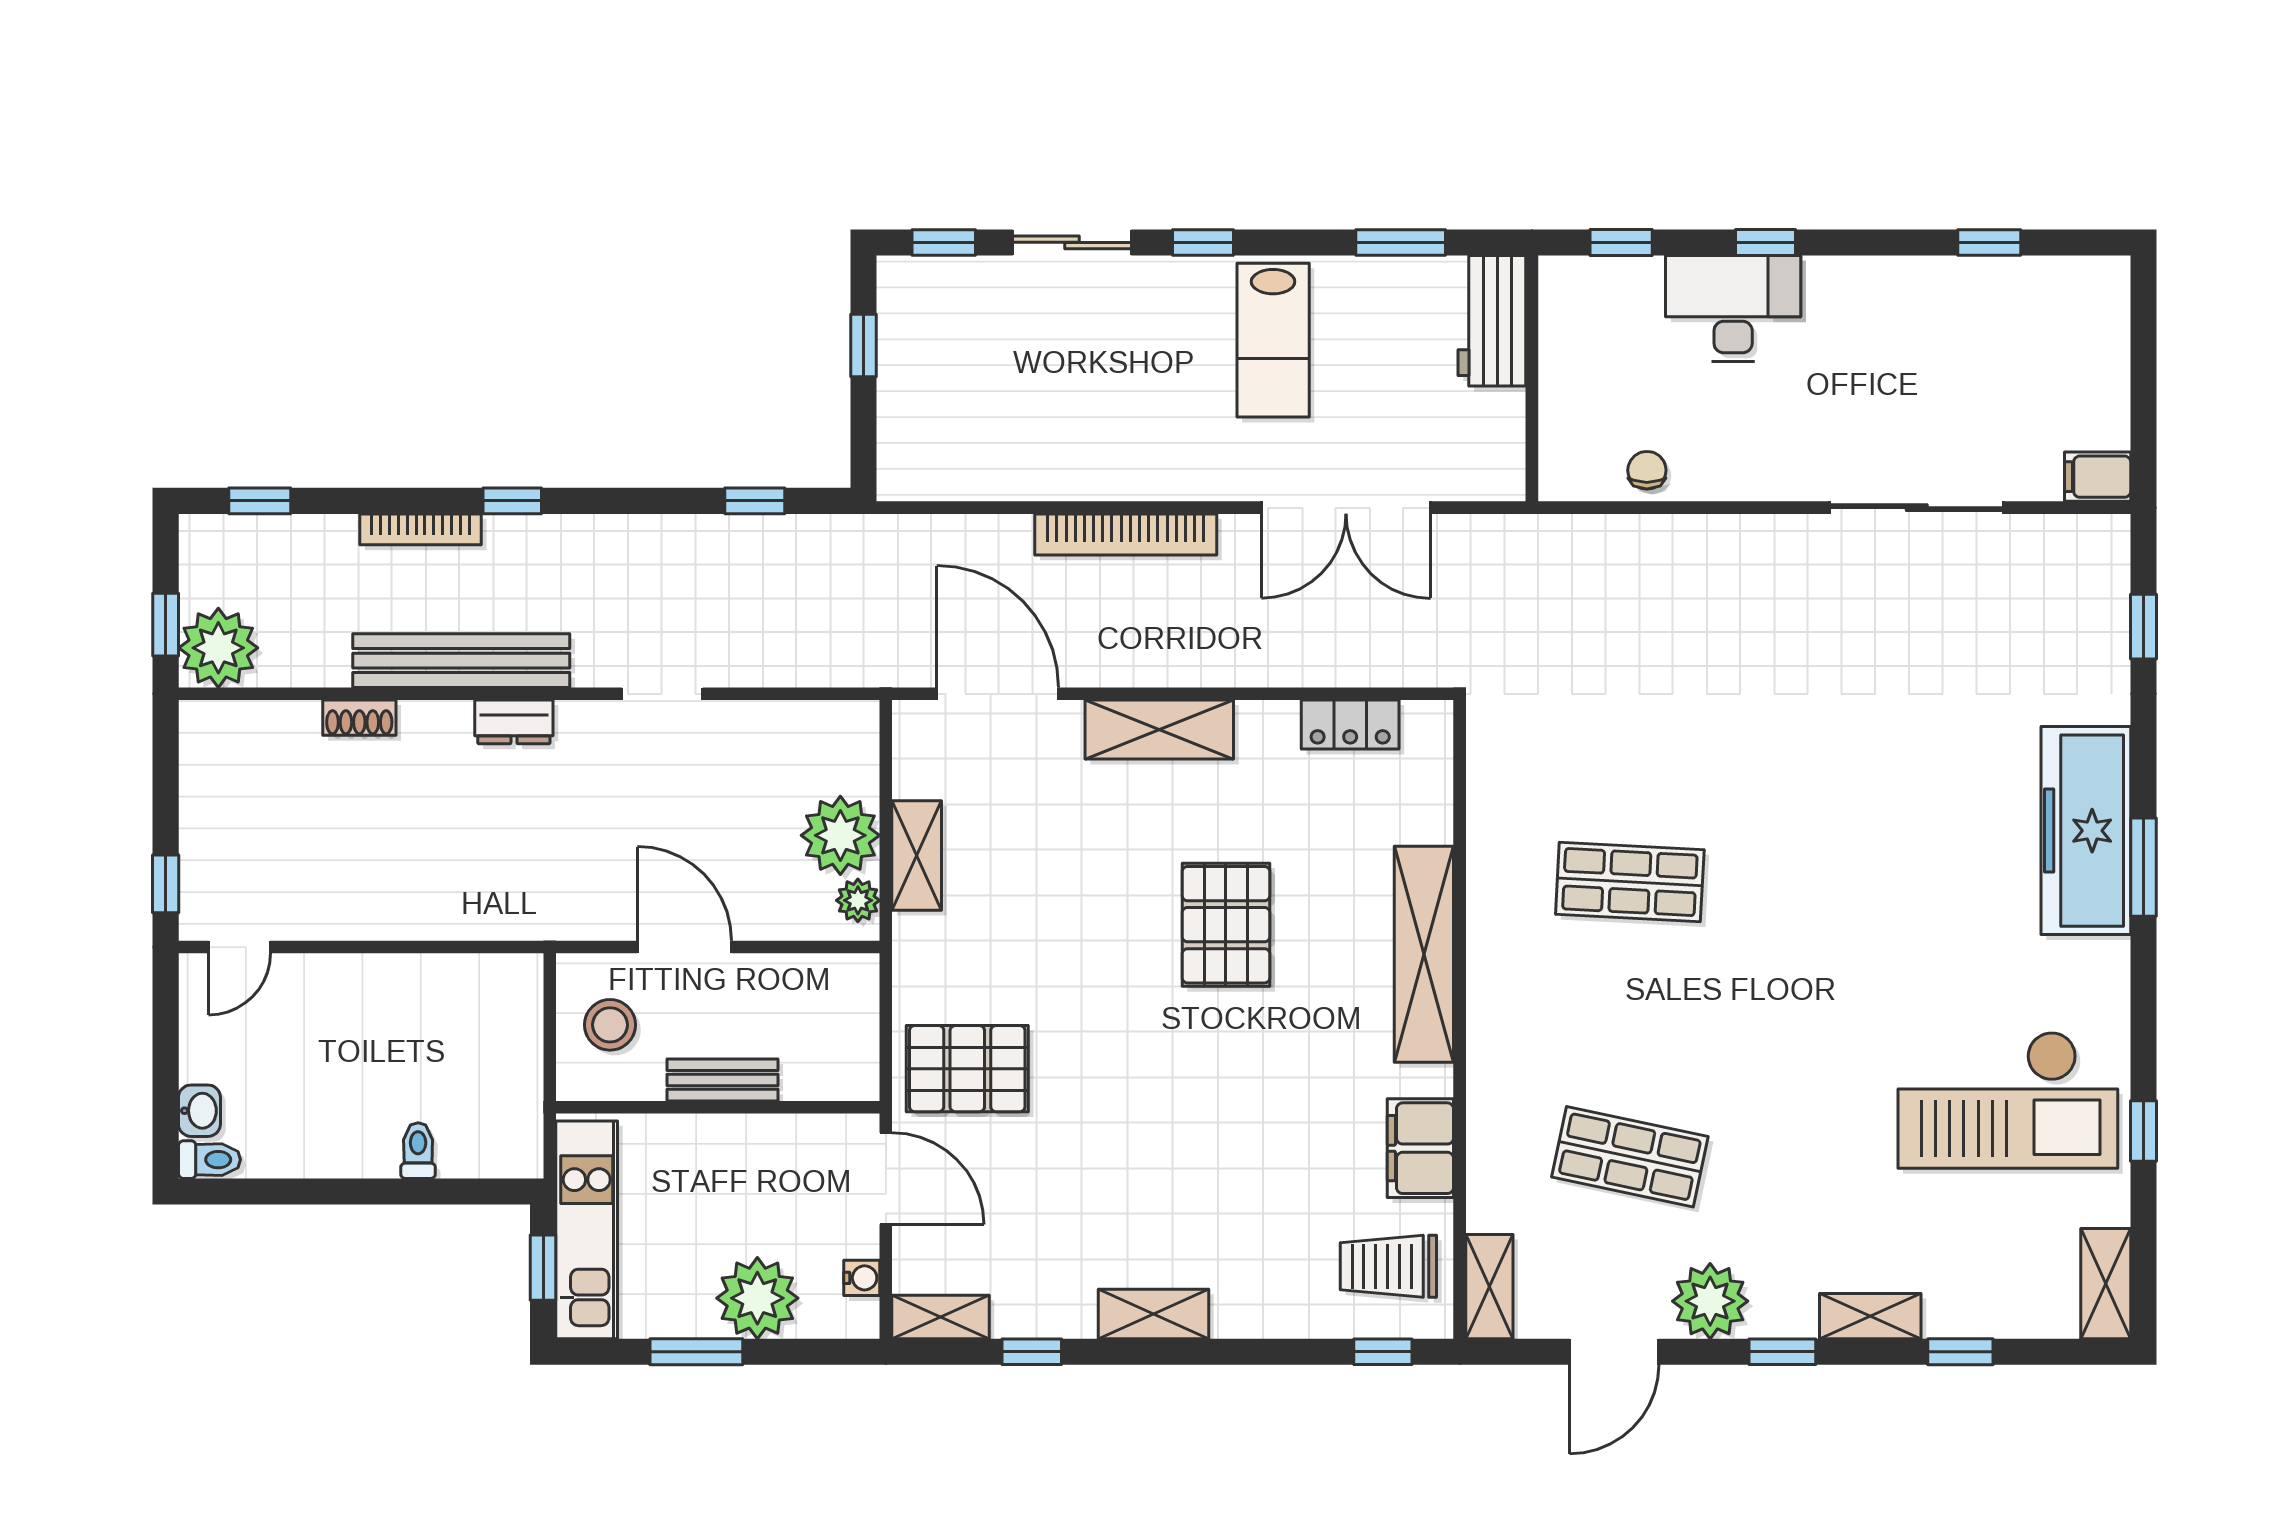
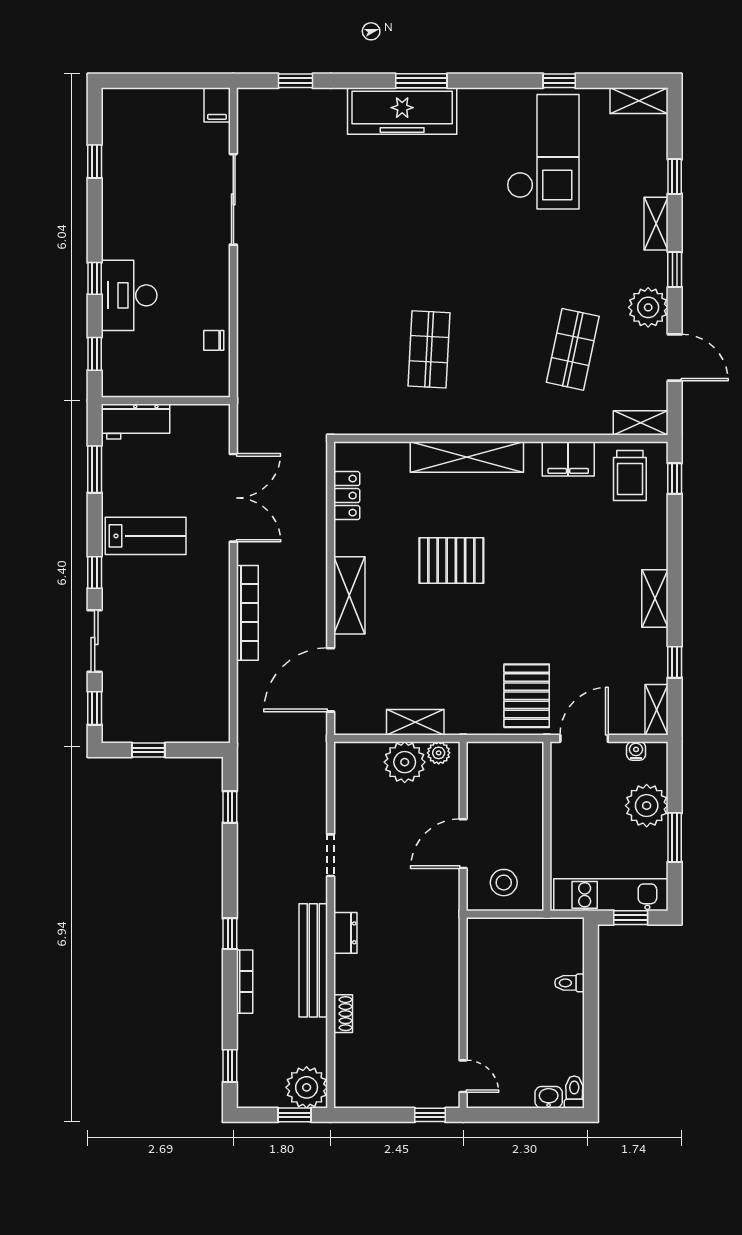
bench: (722, 1080) -> (533, 824), removed

